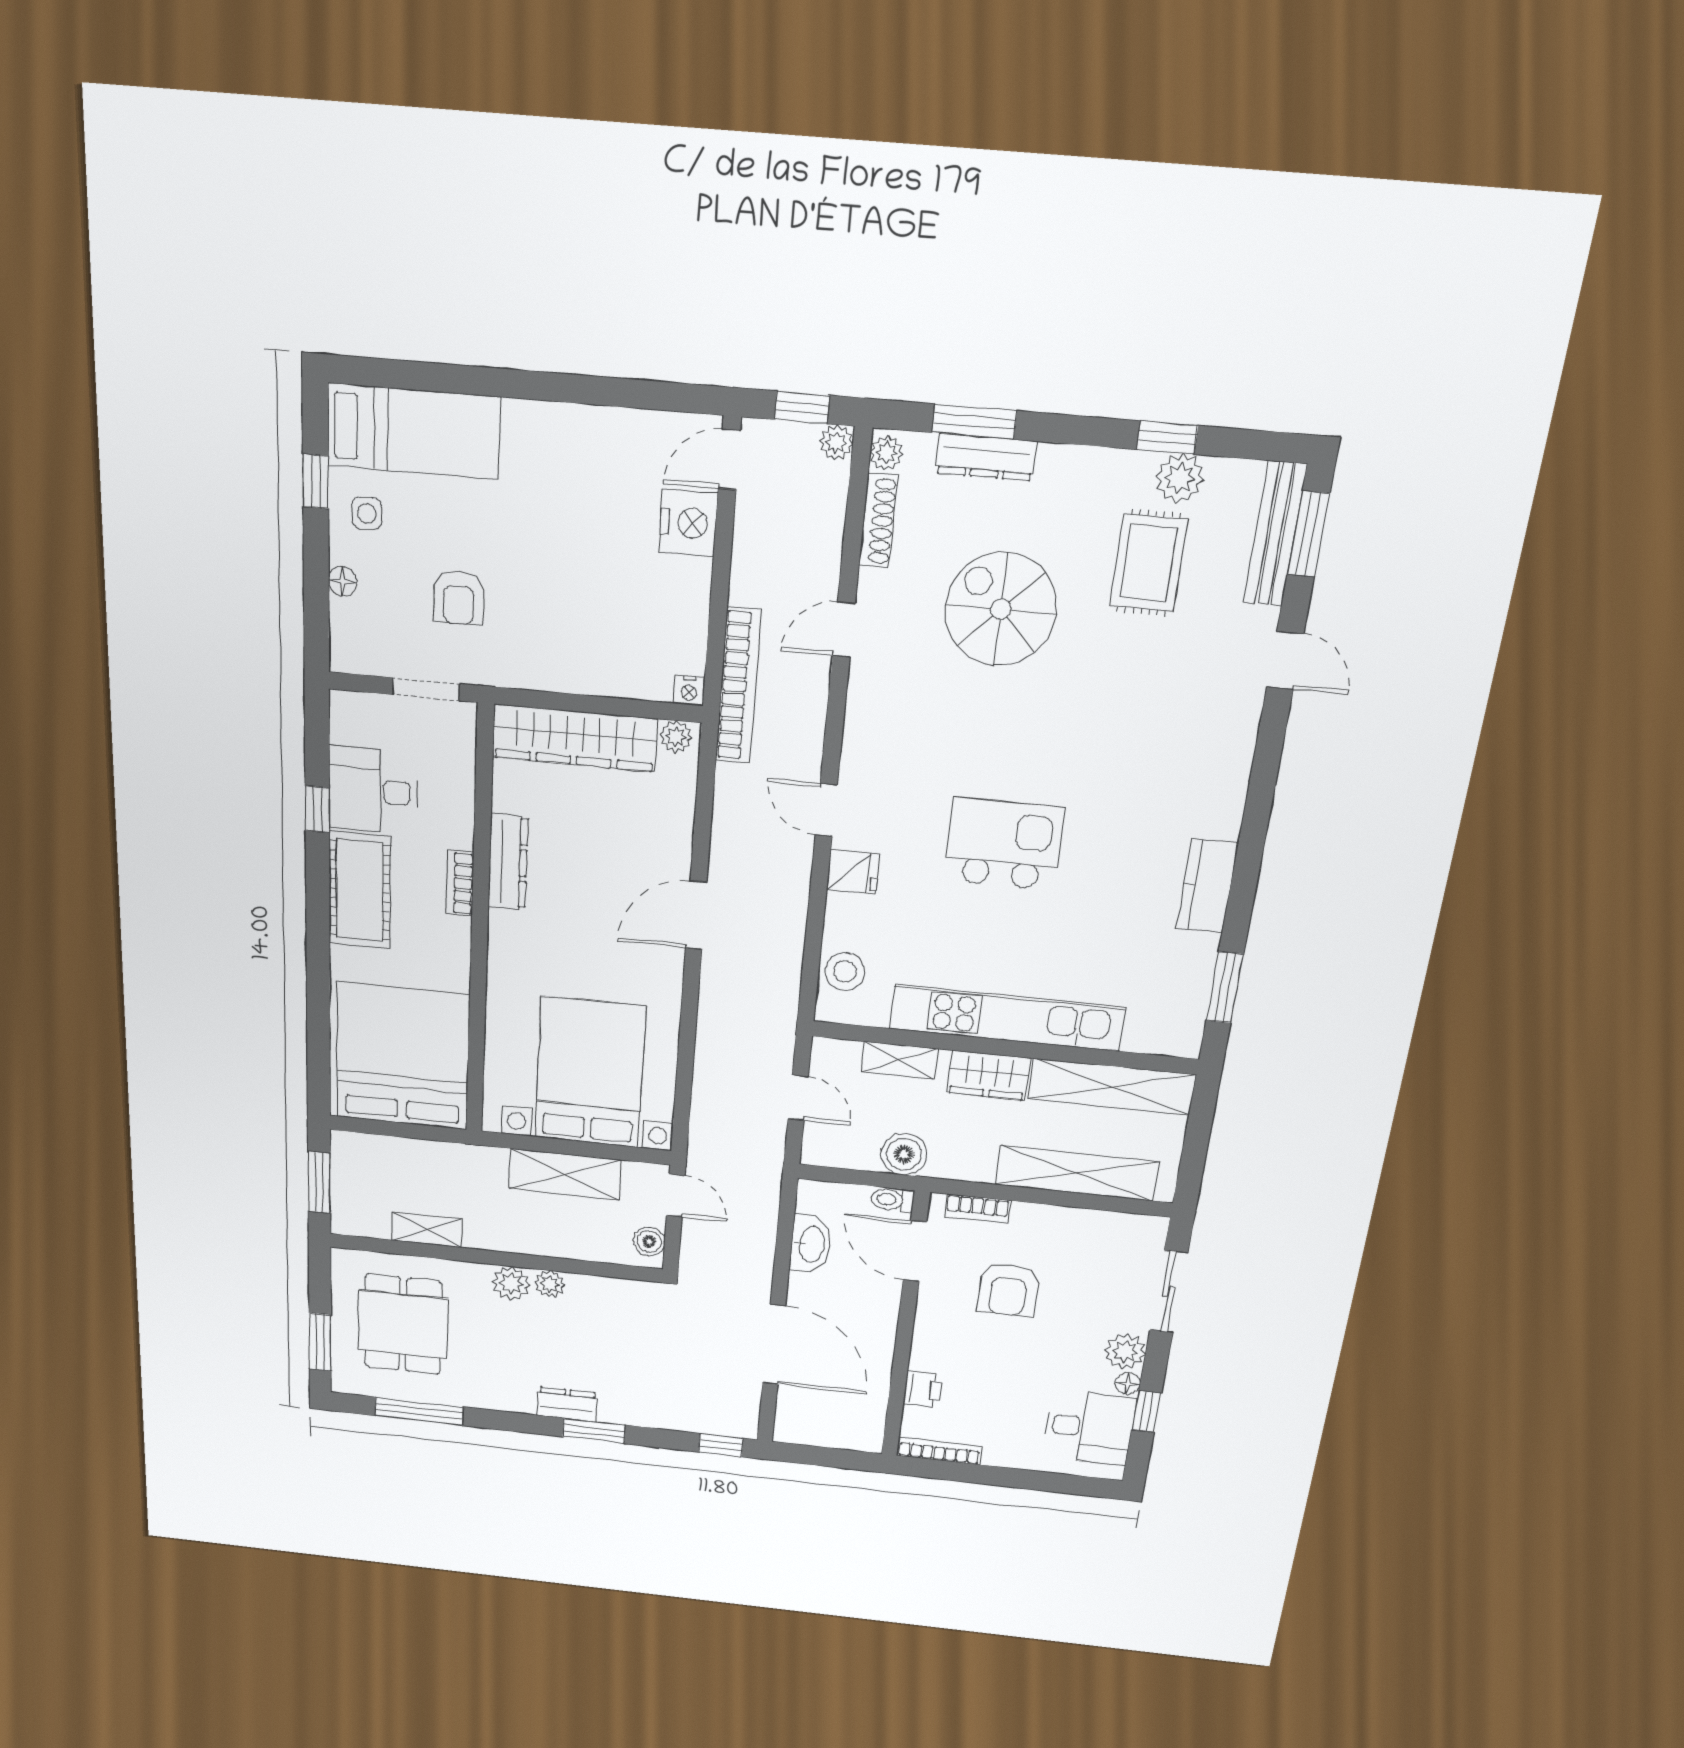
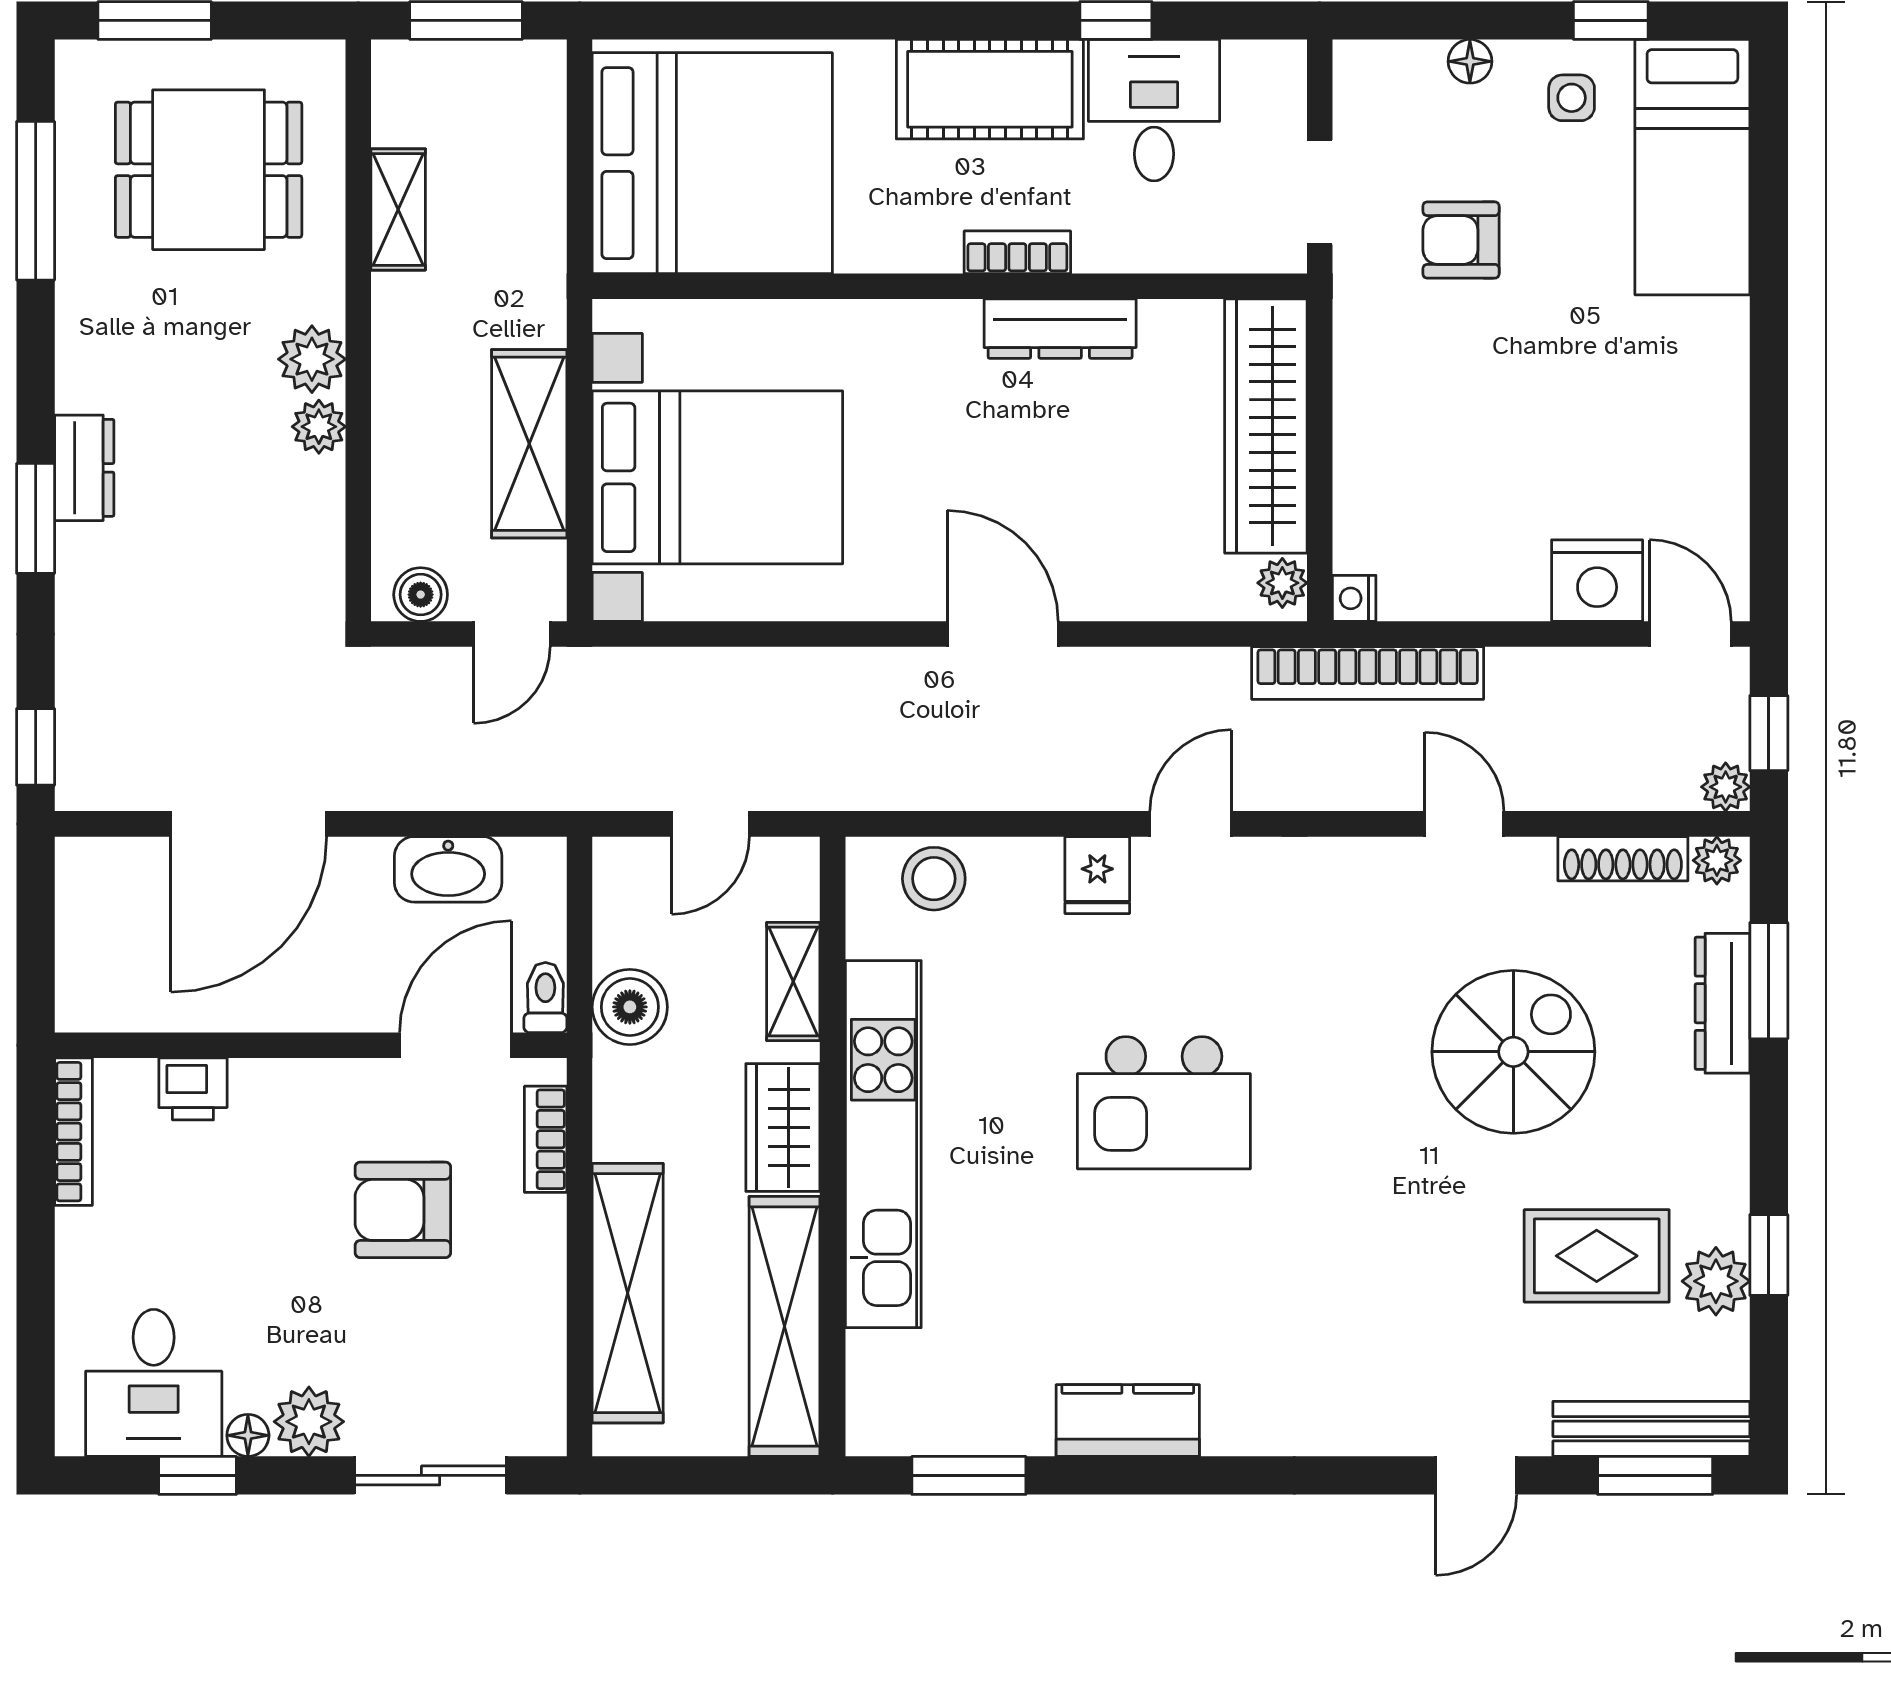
kitchen island: (1004, 844) -> (1164, 1103), turned 90

